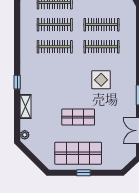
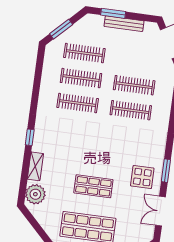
display table: (101, 80) -> (142, 177), moved
plant: (25, 135) -> (35, 194), width x1.88, depth x1.88

